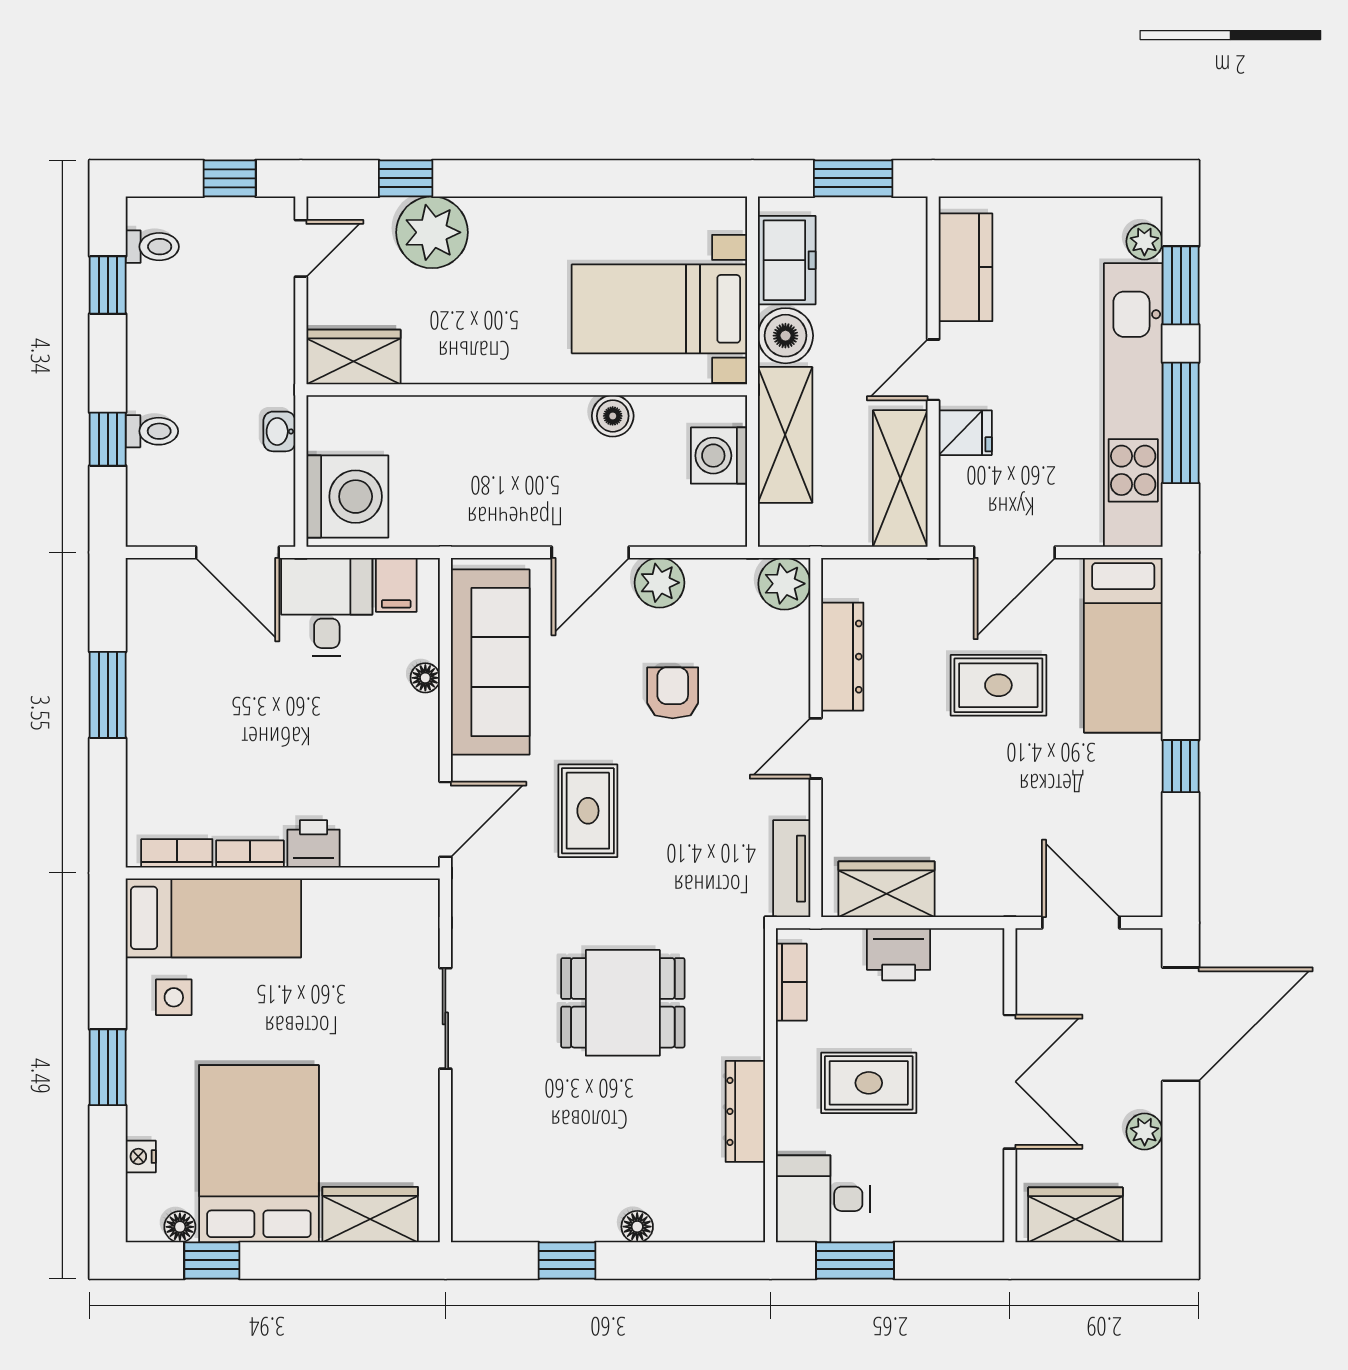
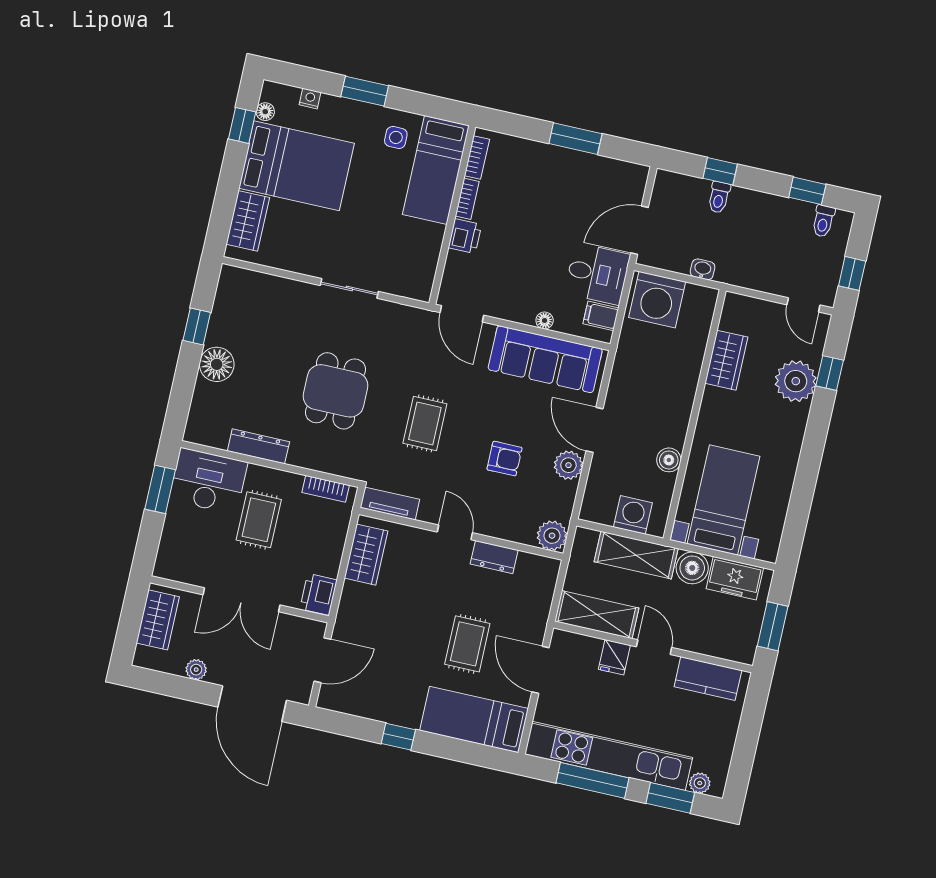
wardrobe: (353, 357) -> (726, 360), moved
dresser: (842, 657) -> (494, 557), width x0.70
rug: (588, 811) -> (425, 423), moved, turned 90
printer: (899, 954) -> (319, 594), moved
desk: (823, 1199) -> (208, 481), width x1.37
floor lamp: (637, 1227) -> (217, 364), width x1.89, depth x1.89

